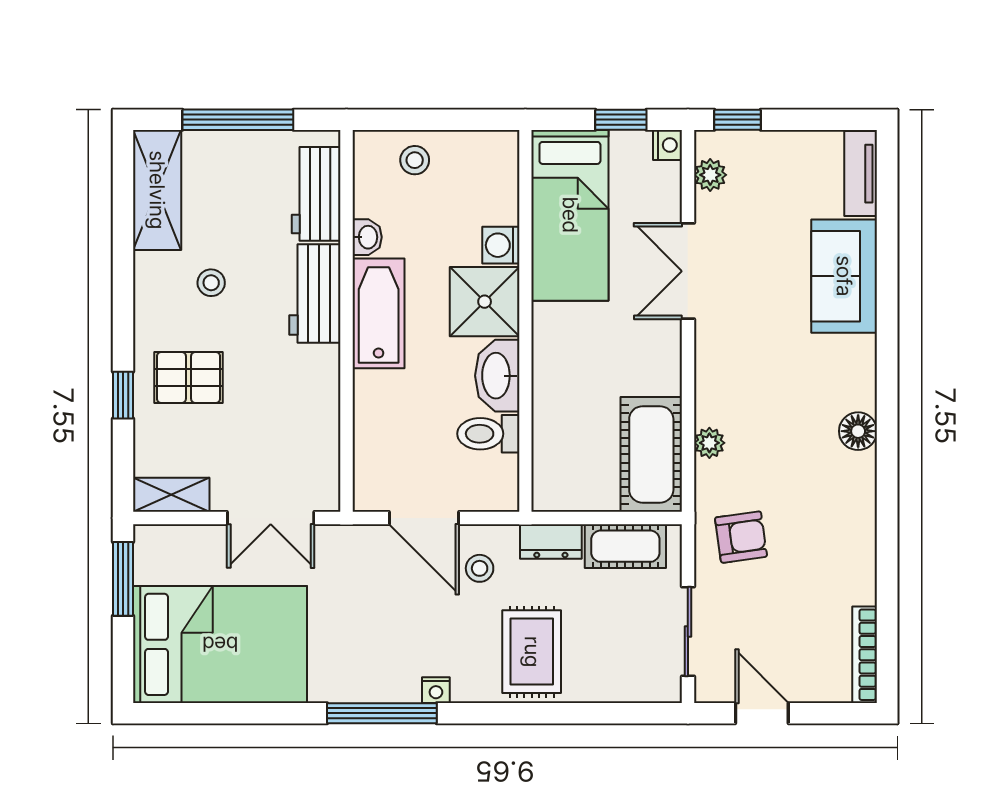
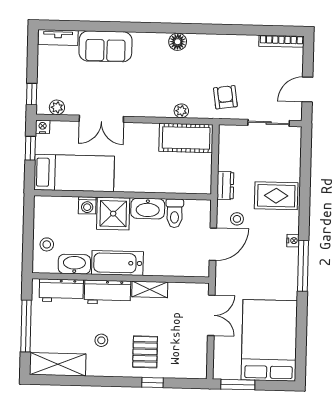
washbasin: (367, 237) -> (74, 264), width x1.91, depth x1.45
shelving: (171, 495) -> (150, 289), moved, turned 90
cot: (625, 546) -> (228, 151), removed

